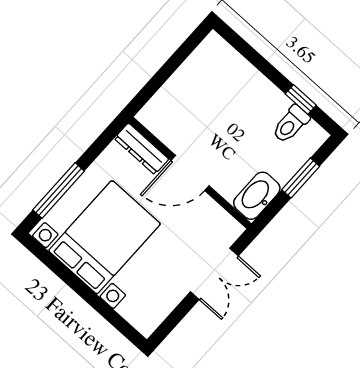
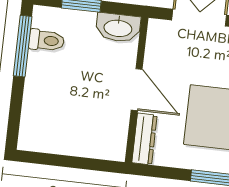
window: (301, 100) -> (23, 46), width x2.17

